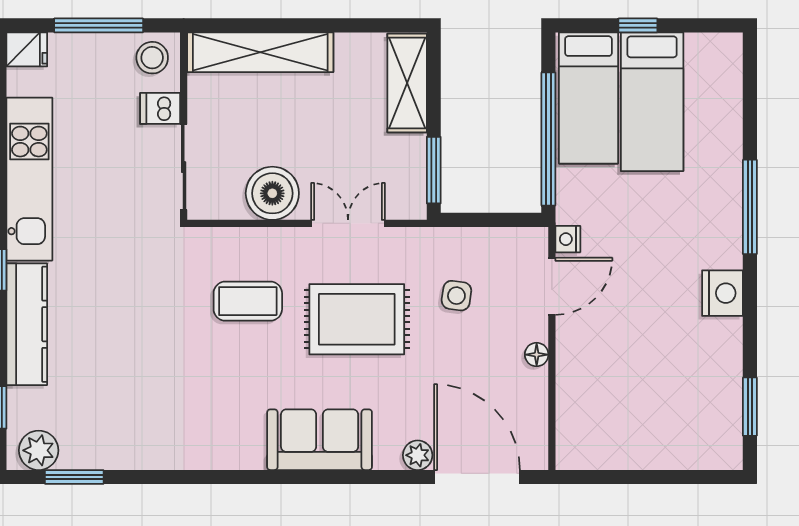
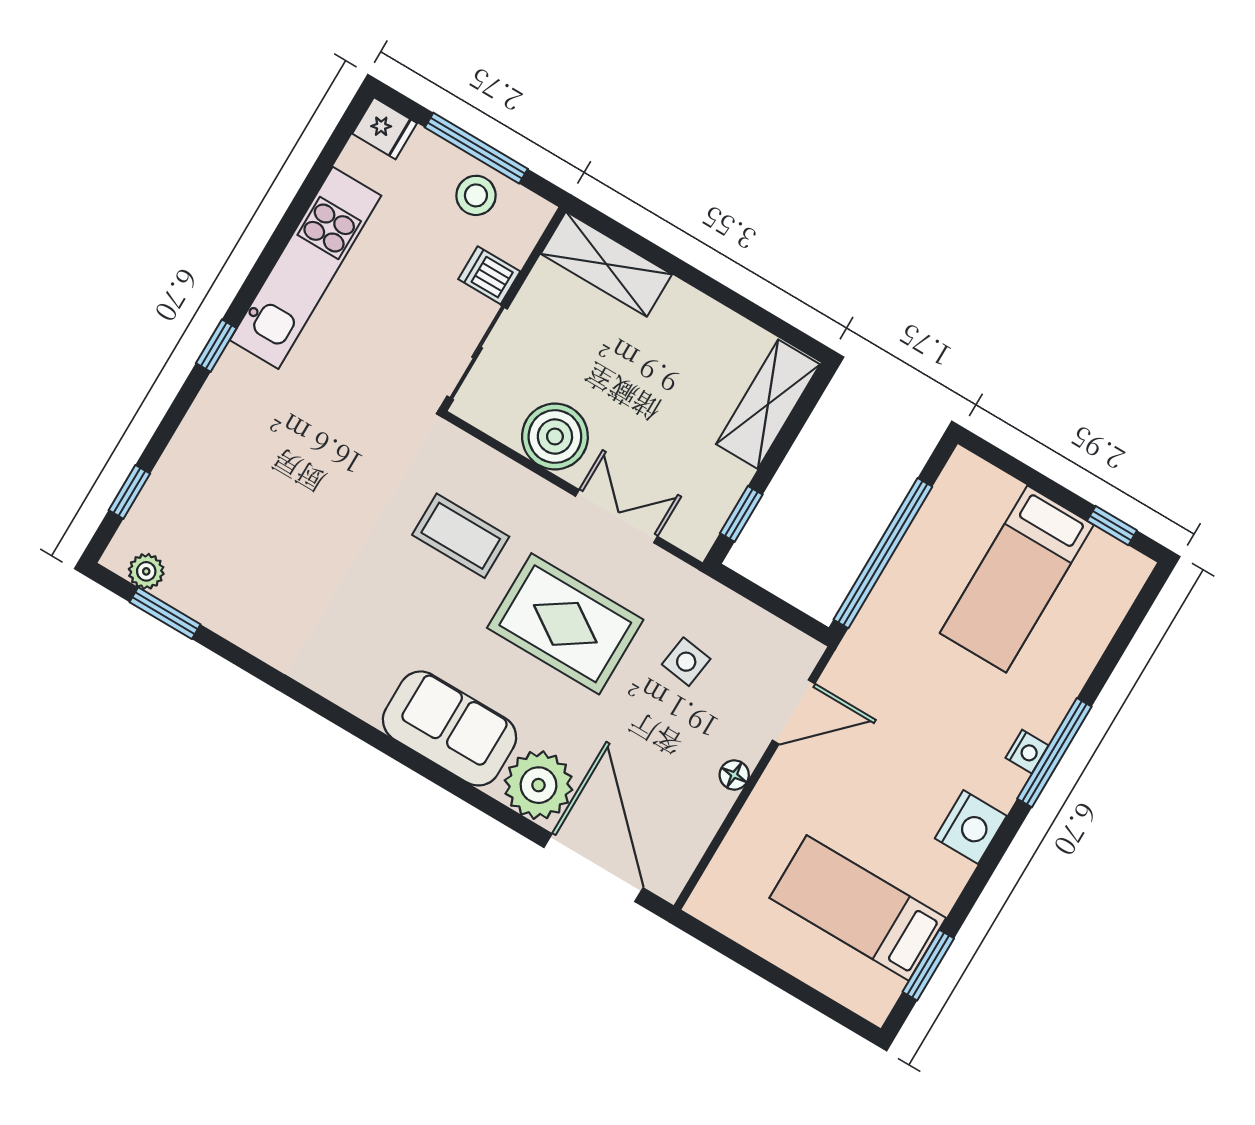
window: (638, 25) -> (1112, 526), moved
shelving: (260, 52) -> (606, 264), width x0.68
stool: (152, 58) -> (476, 195), moved
bed: (588, 98) -> (858, 908), moved, turned 90
window: (434, 170) -> (741, 514), width x0.67
nightstand: (568, 239) -> (1027, 752), moved, turned 180
kitchen counter: (27, 324) -> (211, 421), removed
plant: (39, 450) -> (146, 571), width x0.73, depth x0.73
plant: (418, 455) -> (539, 785), width x1.88, depth x1.88

